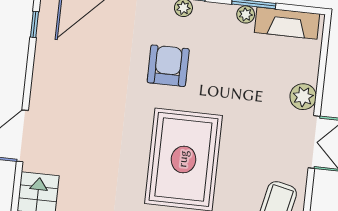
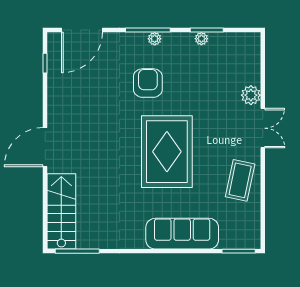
fireplace: (287, 23) -> (233, 42), removed

